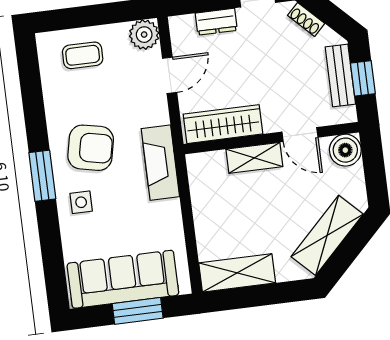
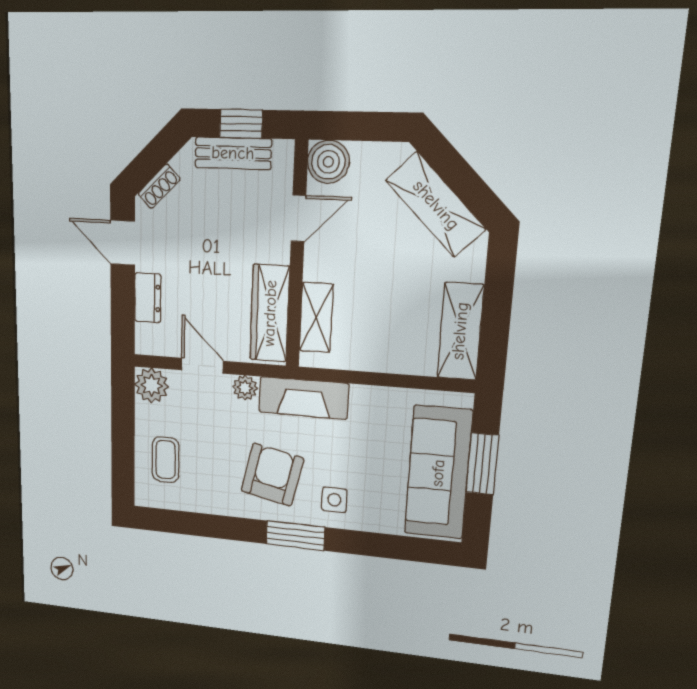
plant: (159, 114) -> (245, 388), added
shelving: (254, 158) -> (316, 318), moved

